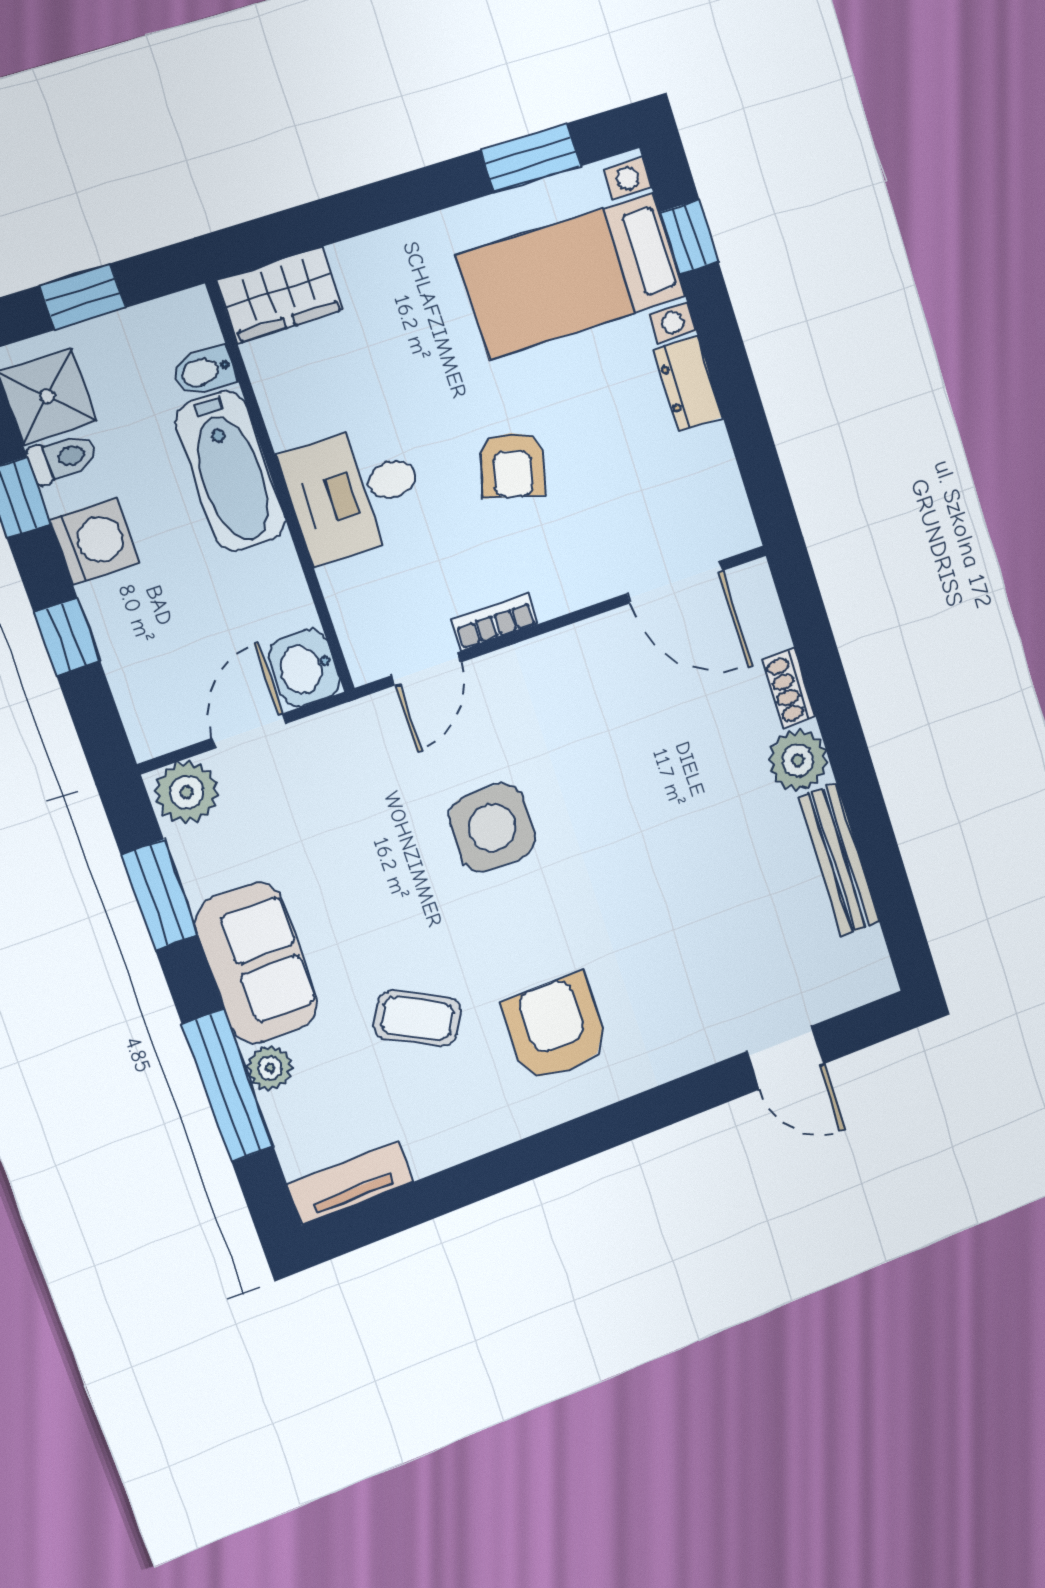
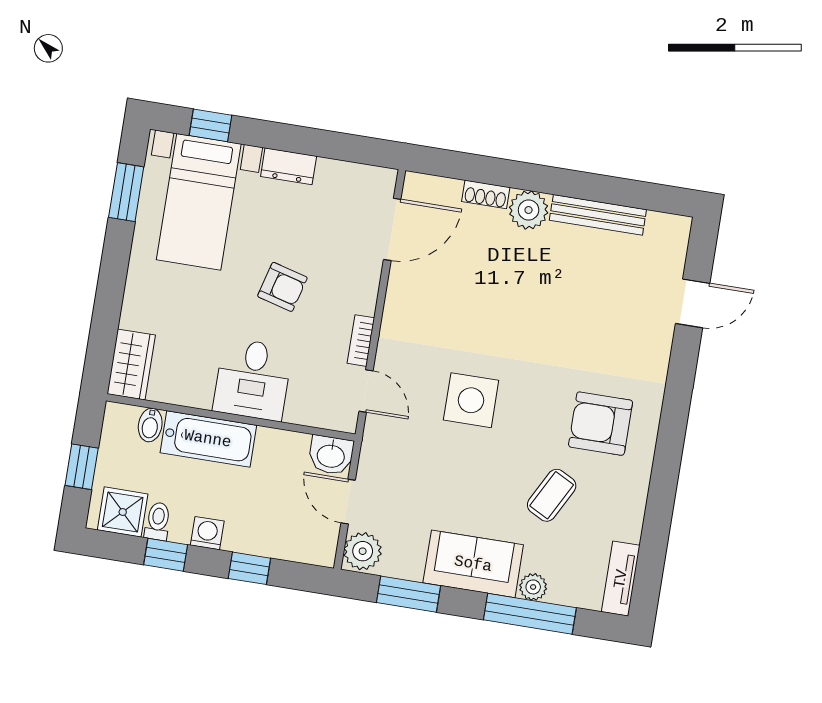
washing machine: (95, 541) -> (207, 533), width x0.73, depth x0.73

